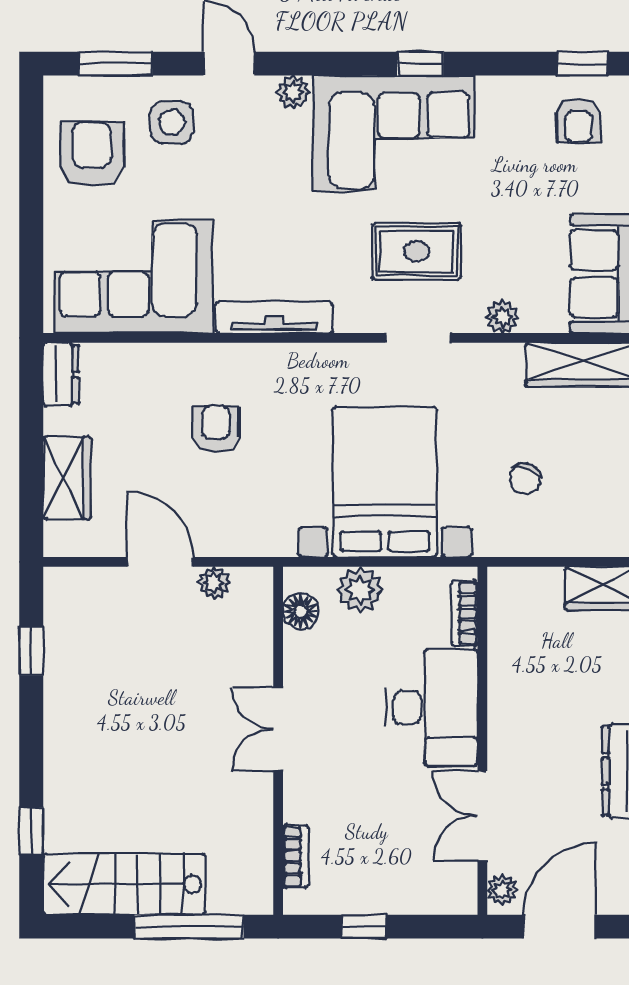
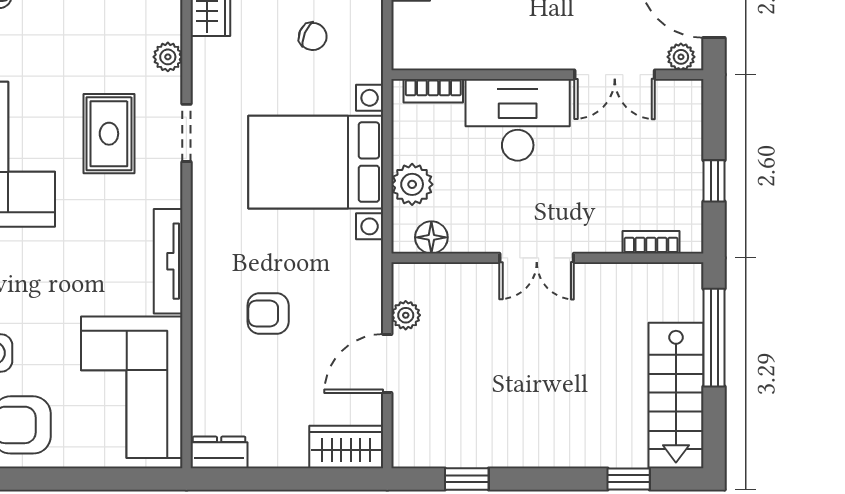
wardrobe: (67, 478) -> (346, 447), moved

